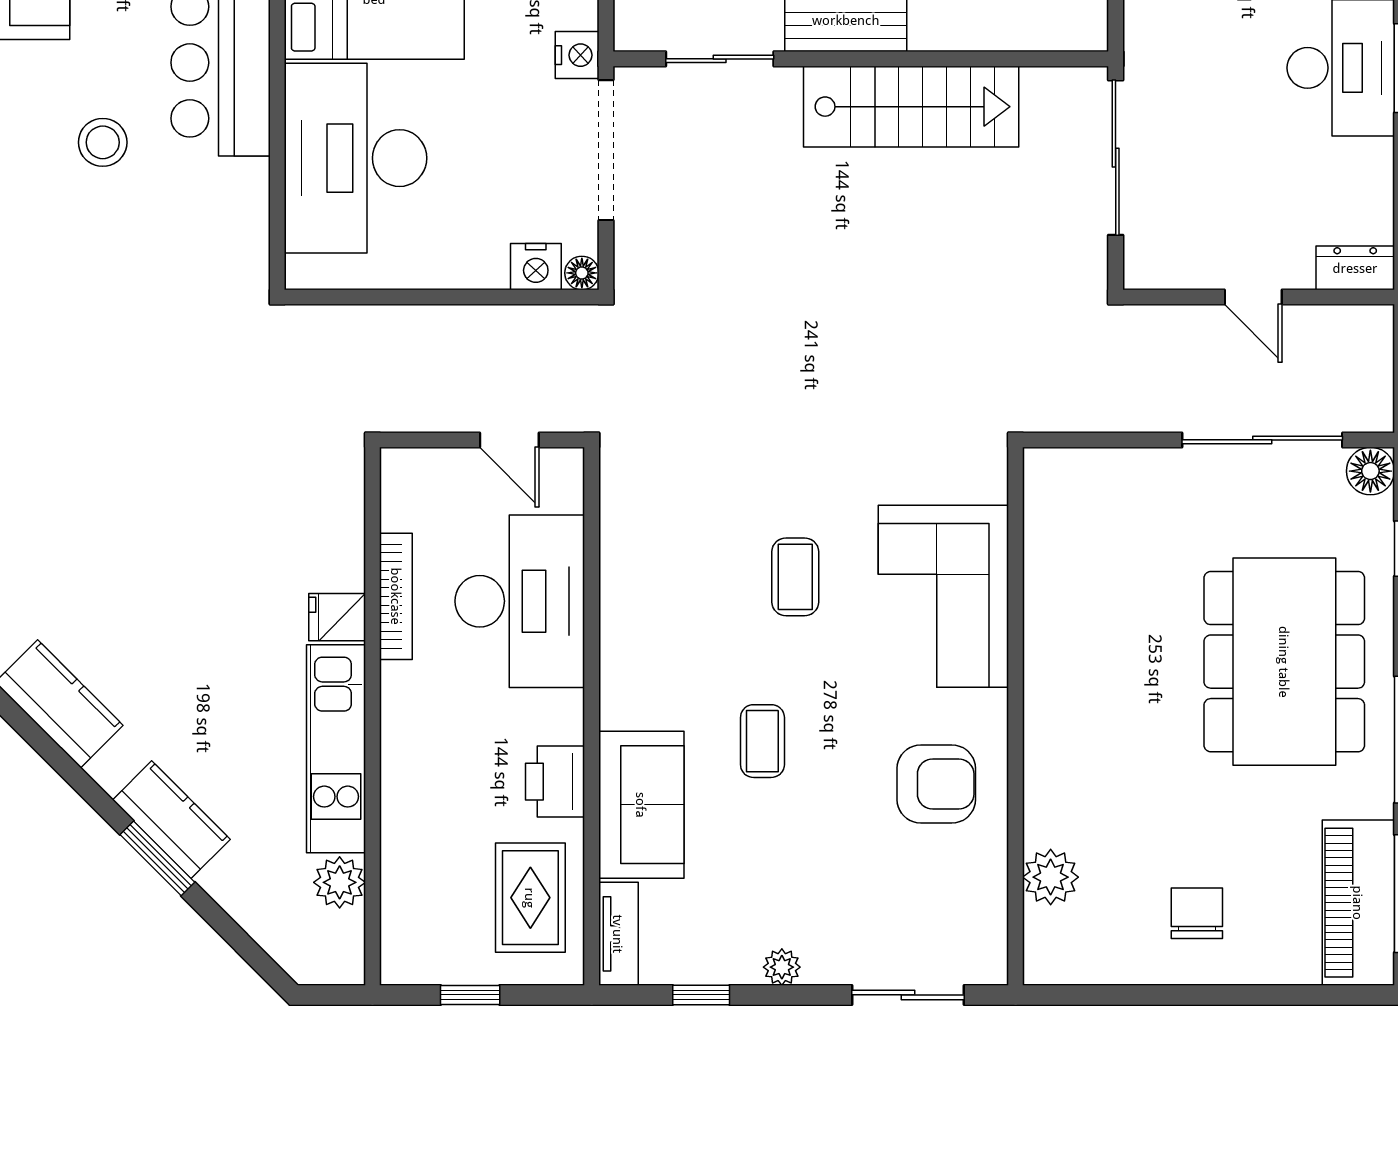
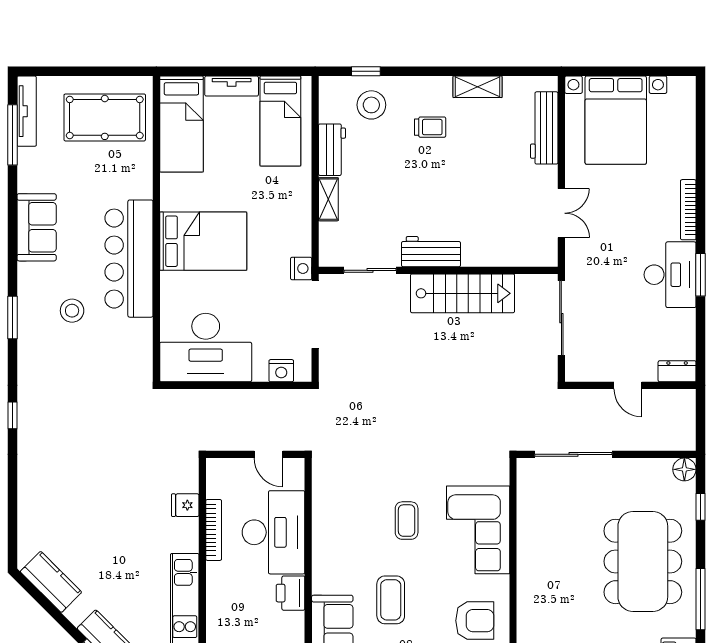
desk: (355, 158) -> (206, 348), moved, turned -90
floor lamp: (582, 273) -> (303, 374), removed
sliding door: (1262, 440) -> (573, 454), moved
fridge: (337, 617) -> (185, 505), moved
coffee table: (762, 741) -> (391, 600), width x1.36, depth x1.30
printer: (555, 782) -> (291, 593), moved

